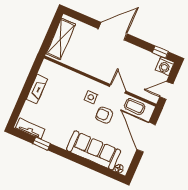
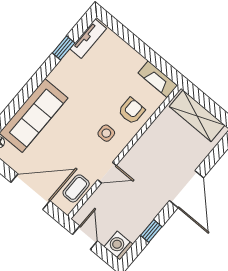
window: (160, 52) -> (151, 231), moved
fireplace: (37, 89) -> (158, 79), moved
armchair: (104, 115) -> (132, 111), moved

